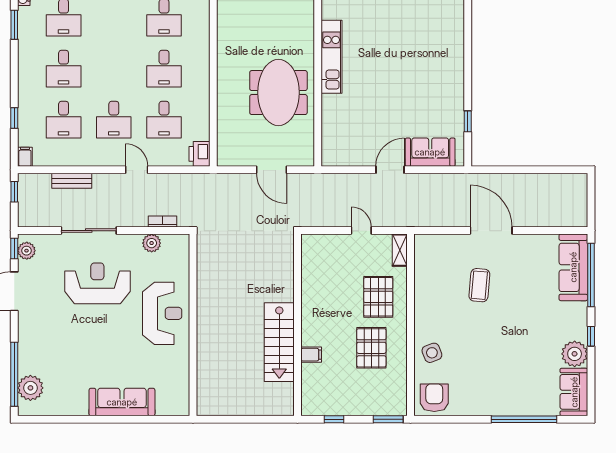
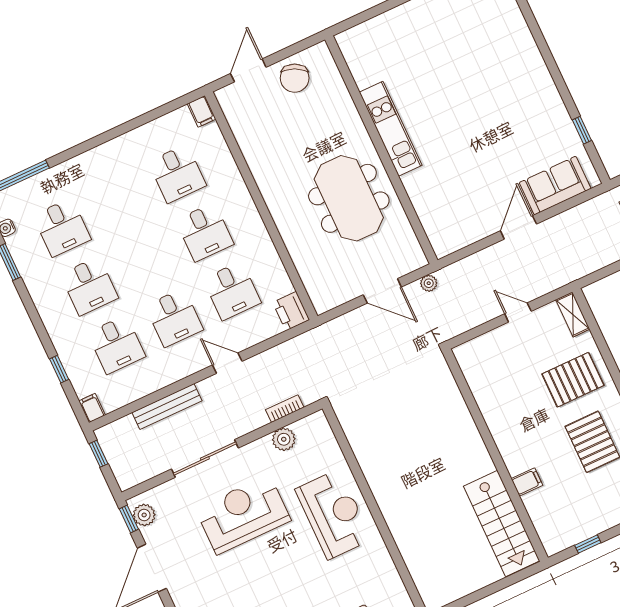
plant: (307, 180) -> (429, 283), added
bench: (72, 181) -> (167, 407), width x1.36
pallet: (378, 297) -> (573, 380), turned 90
stairs: (279, 342) -> (502, 523), moved

